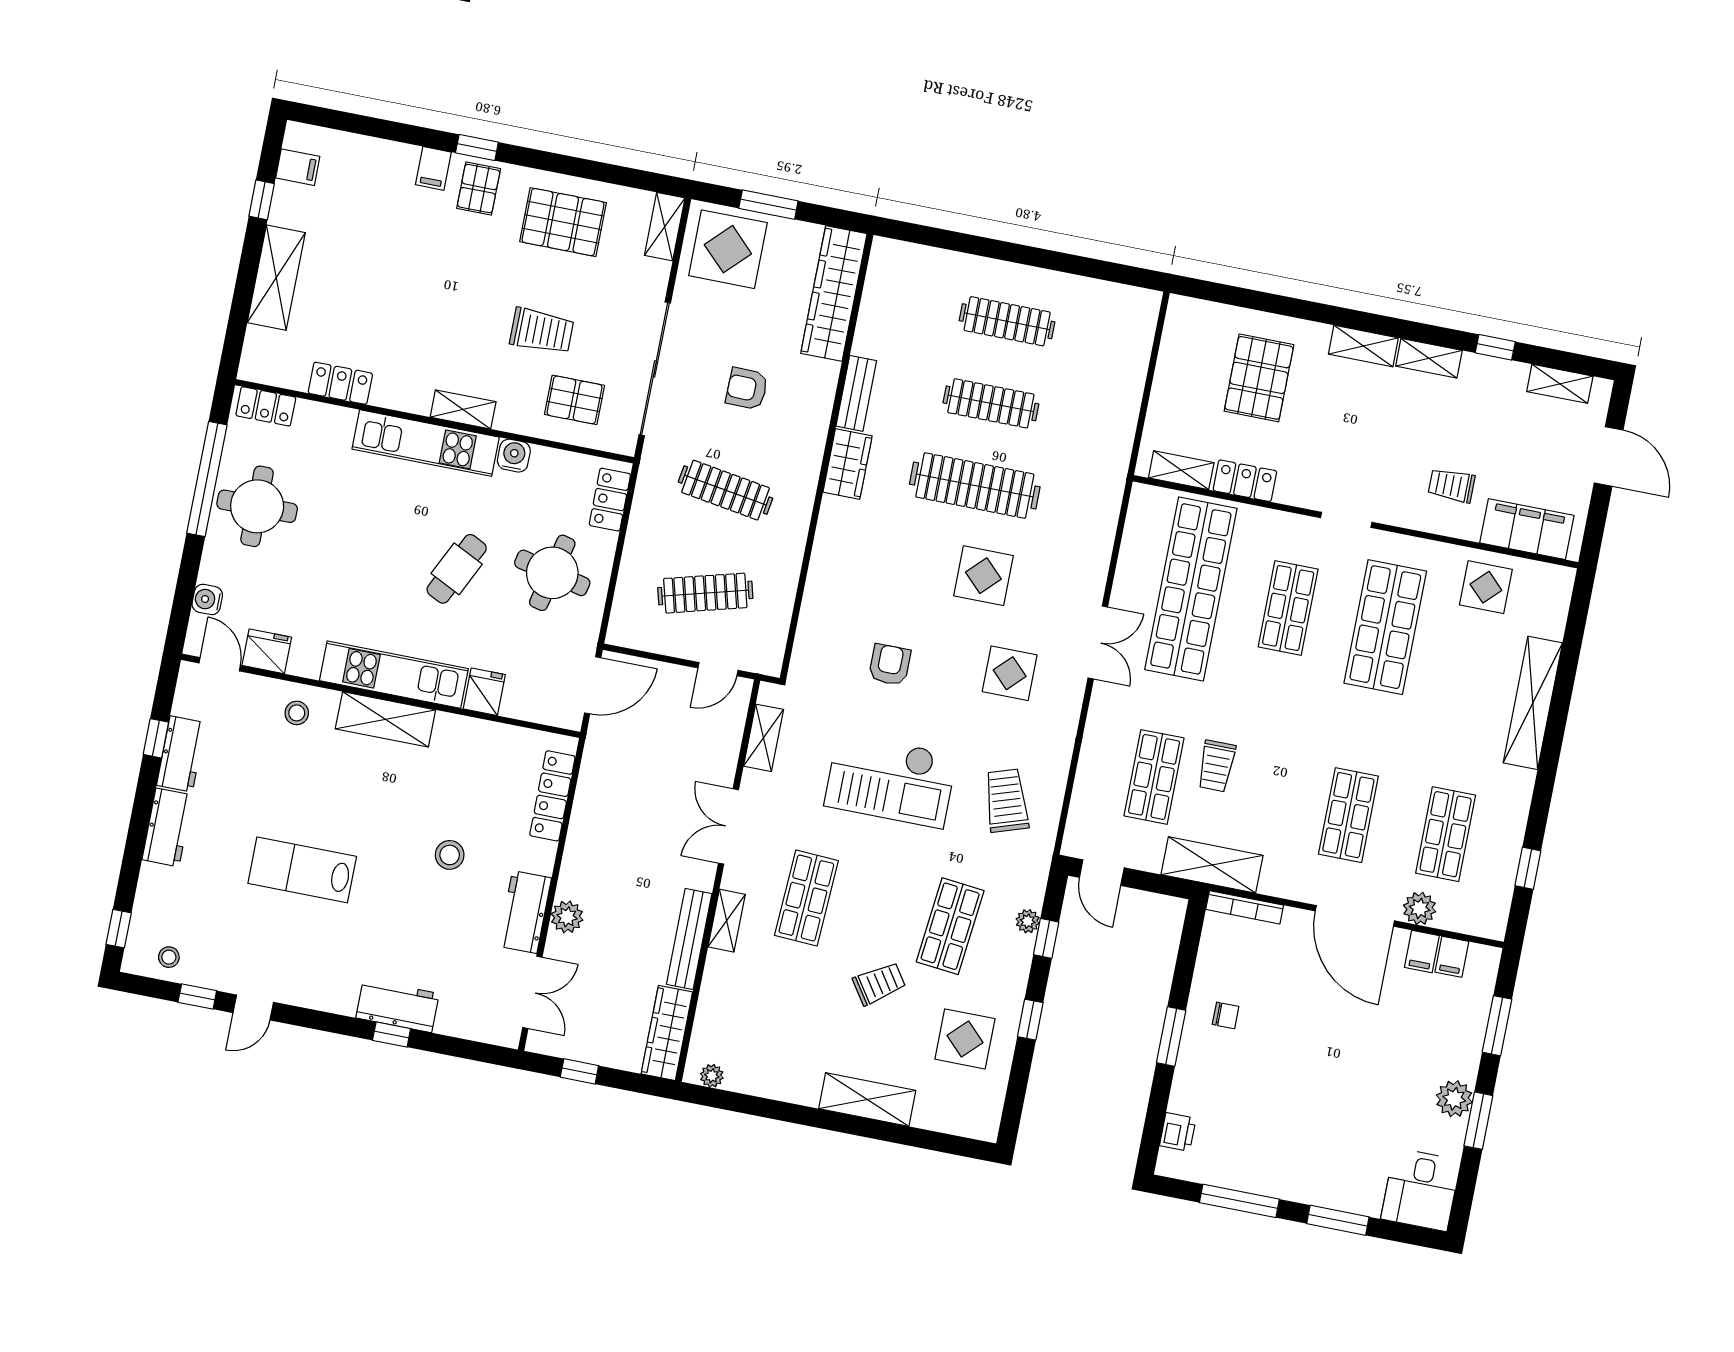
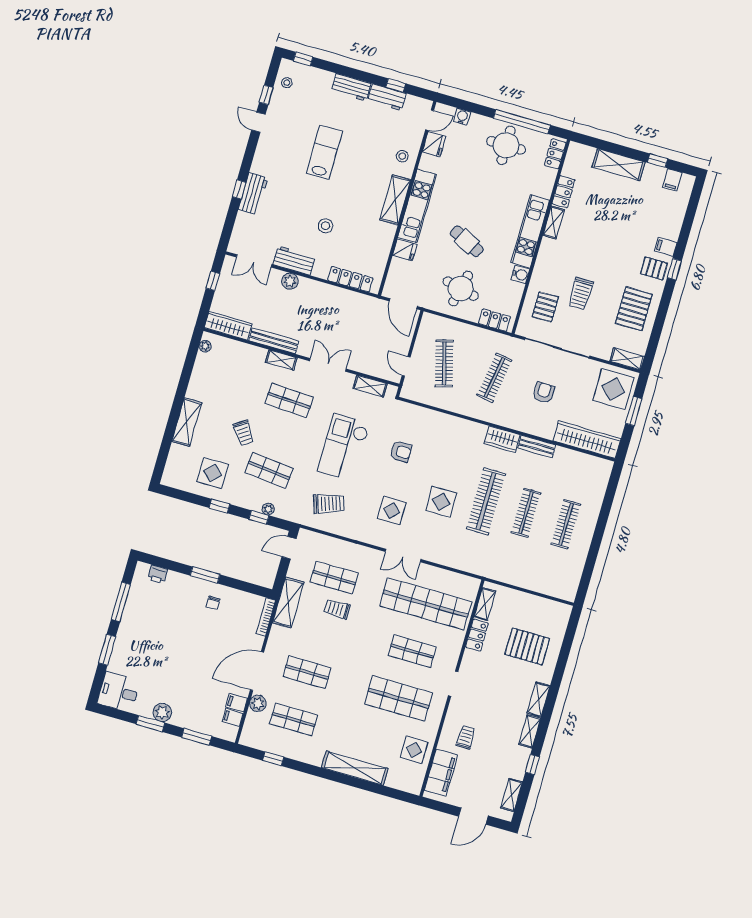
shelving: (463, 409) -> (554, 223), moved

